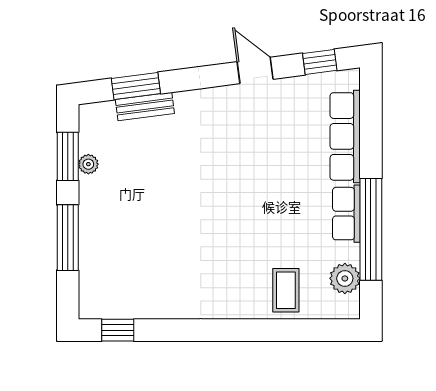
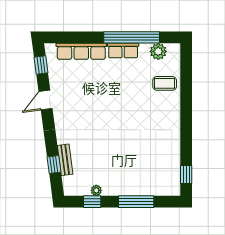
window: (136, 86) -> (54, 165), width x0.67
window: (68, 156) -> (92, 202), width x0.67

